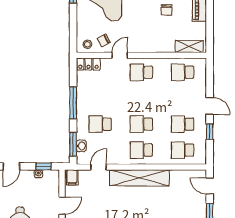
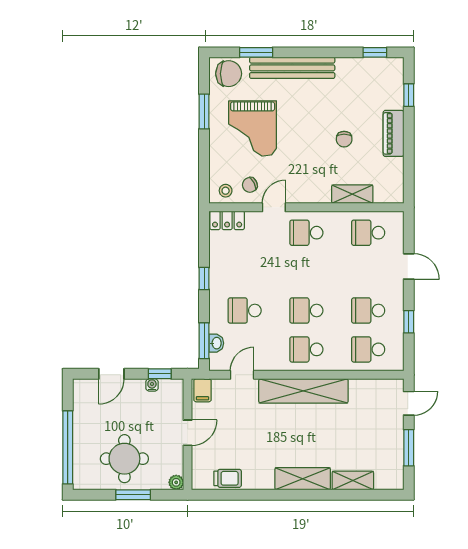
shelving: (189, 46) -> (352, 194), moved
window: (73, 103) -> (204, 278), width x0.46
door: (210, 106) -> (409, 266), moved
door: (210, 186) -> (409, 403), swing flipped

